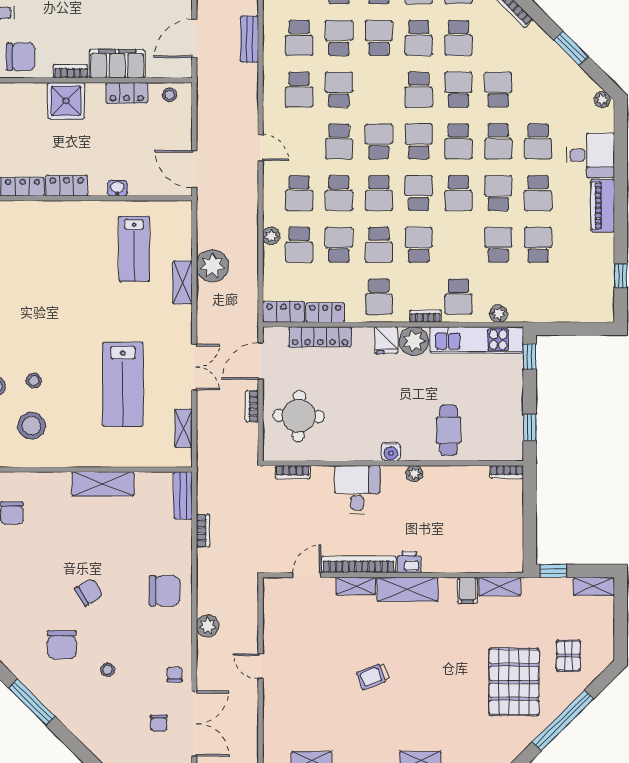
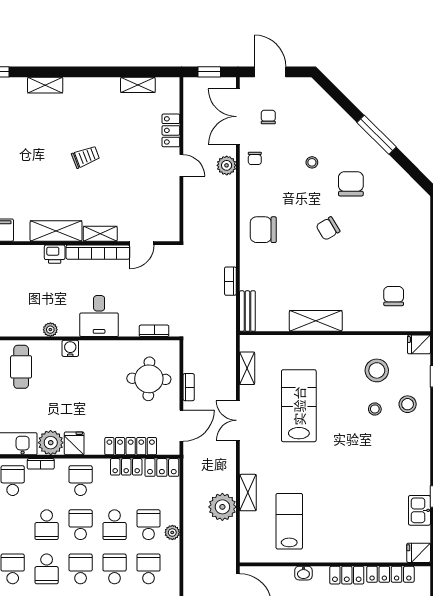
plant: (208, 626) -> (227, 165), moved
locker: (273, 707) -> (171, 130), added

